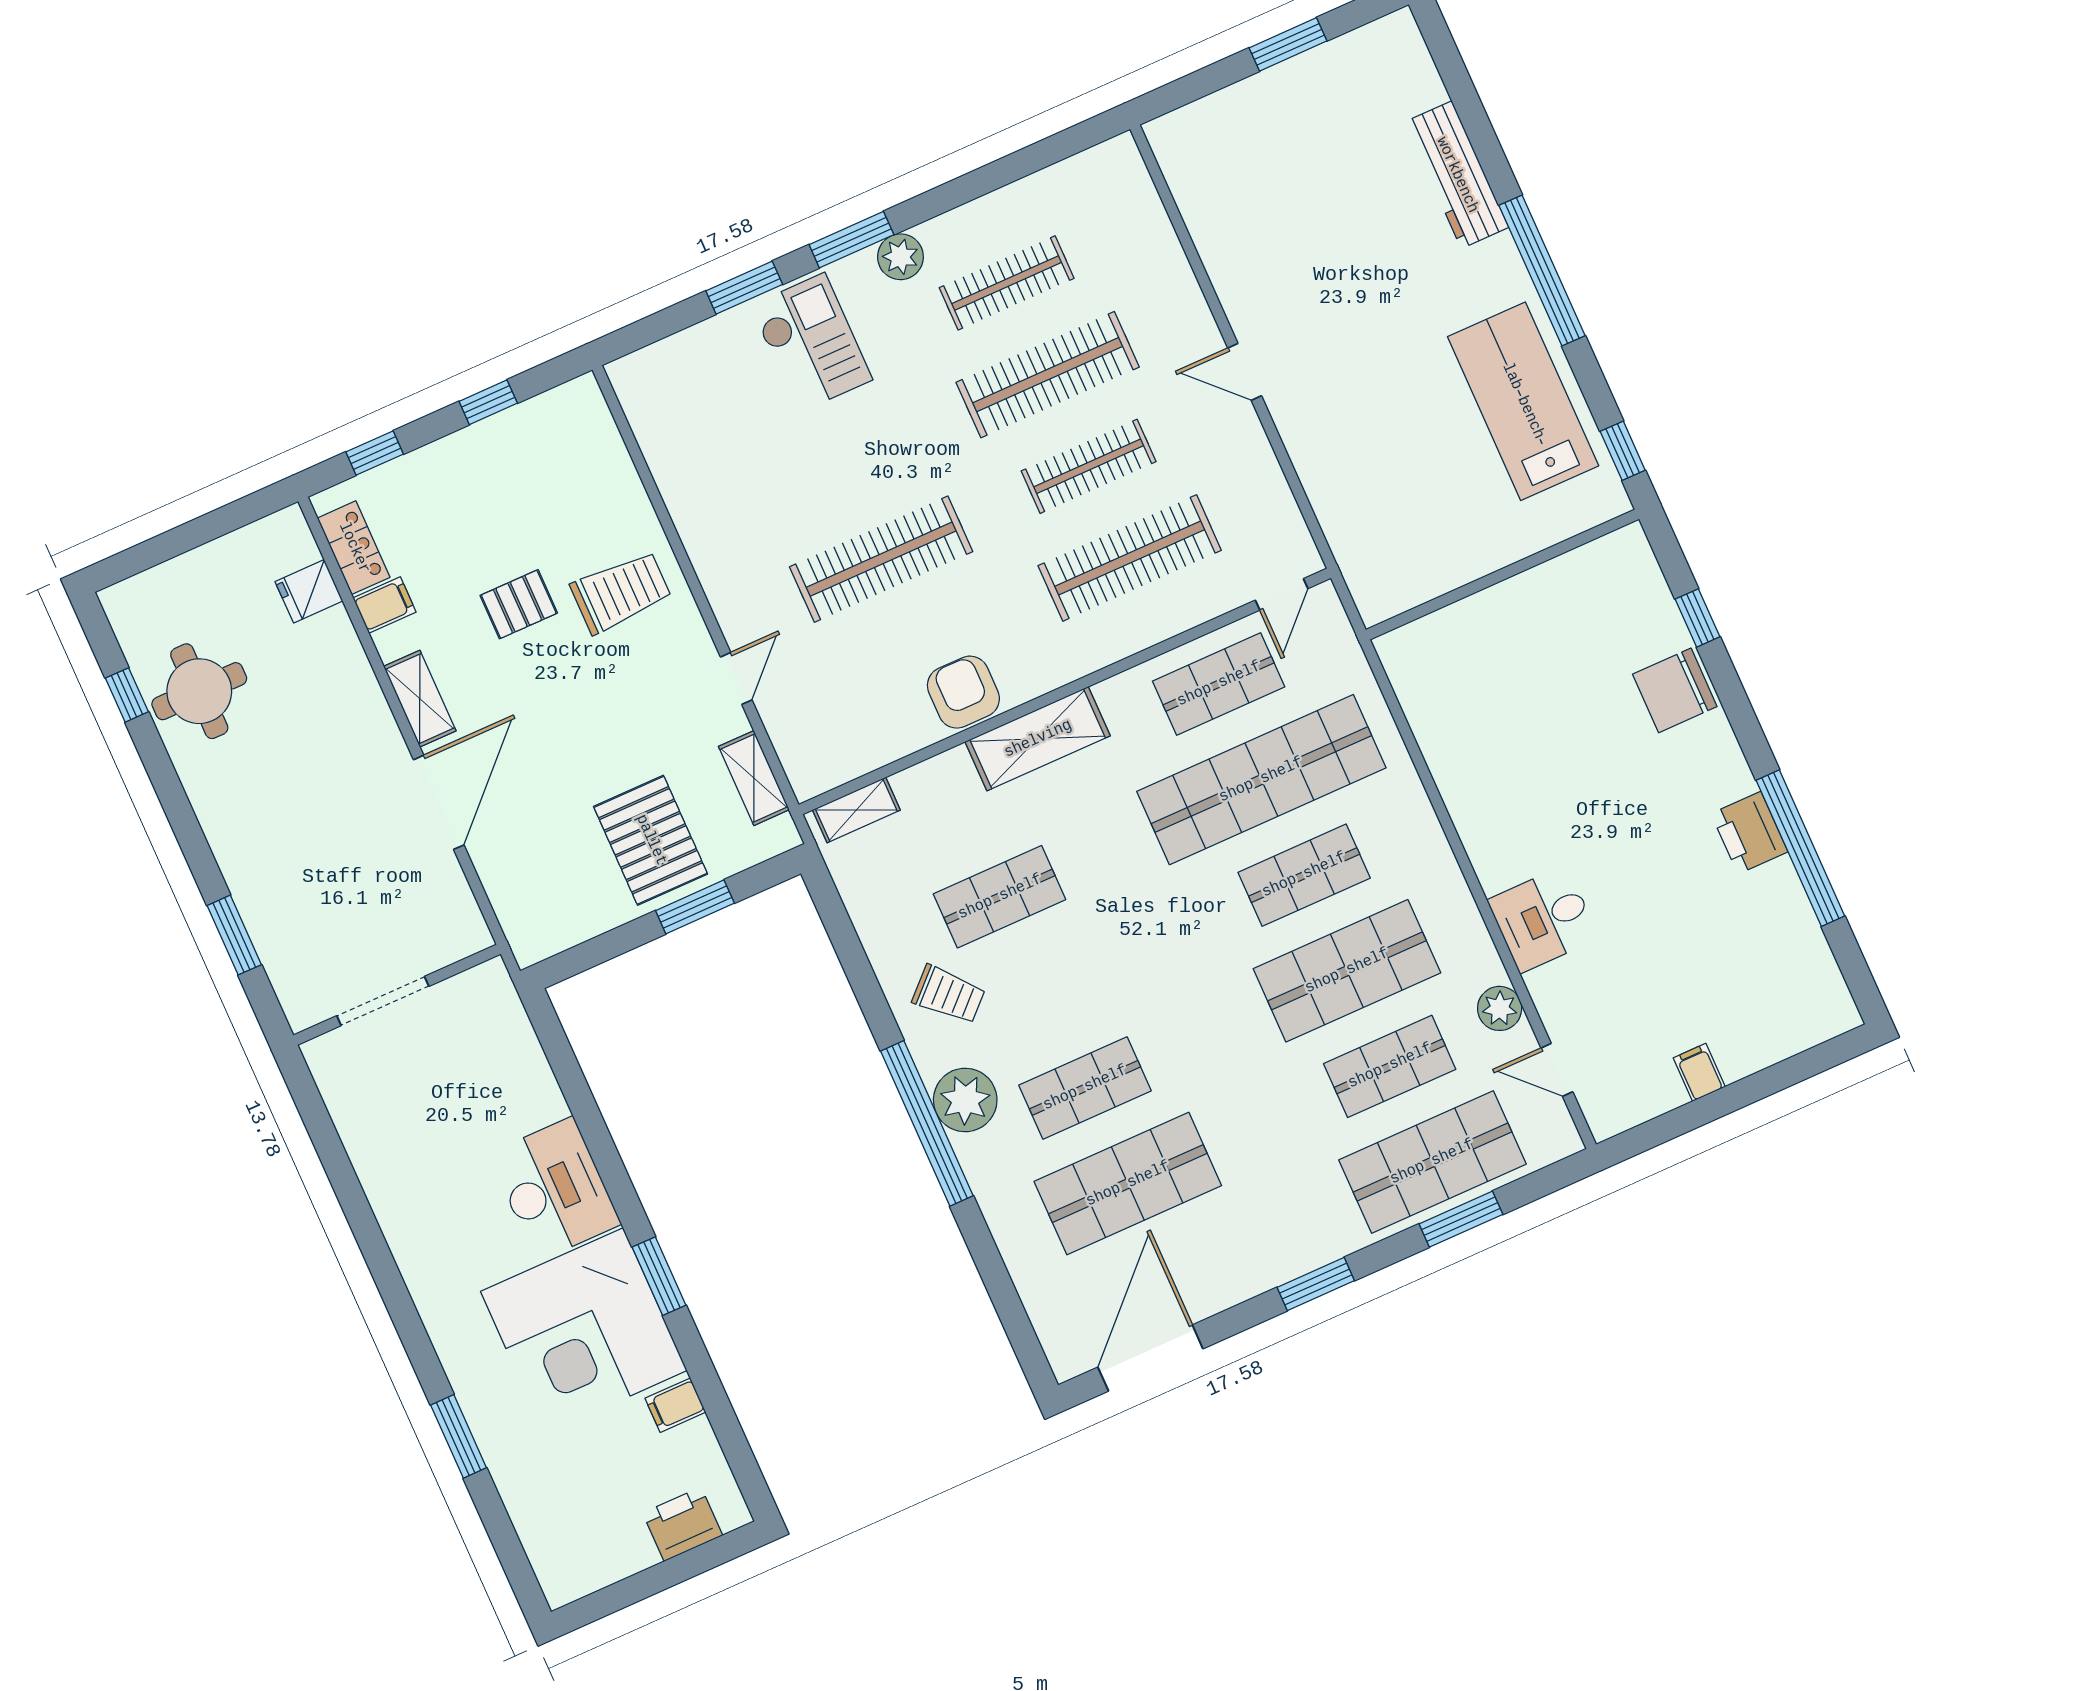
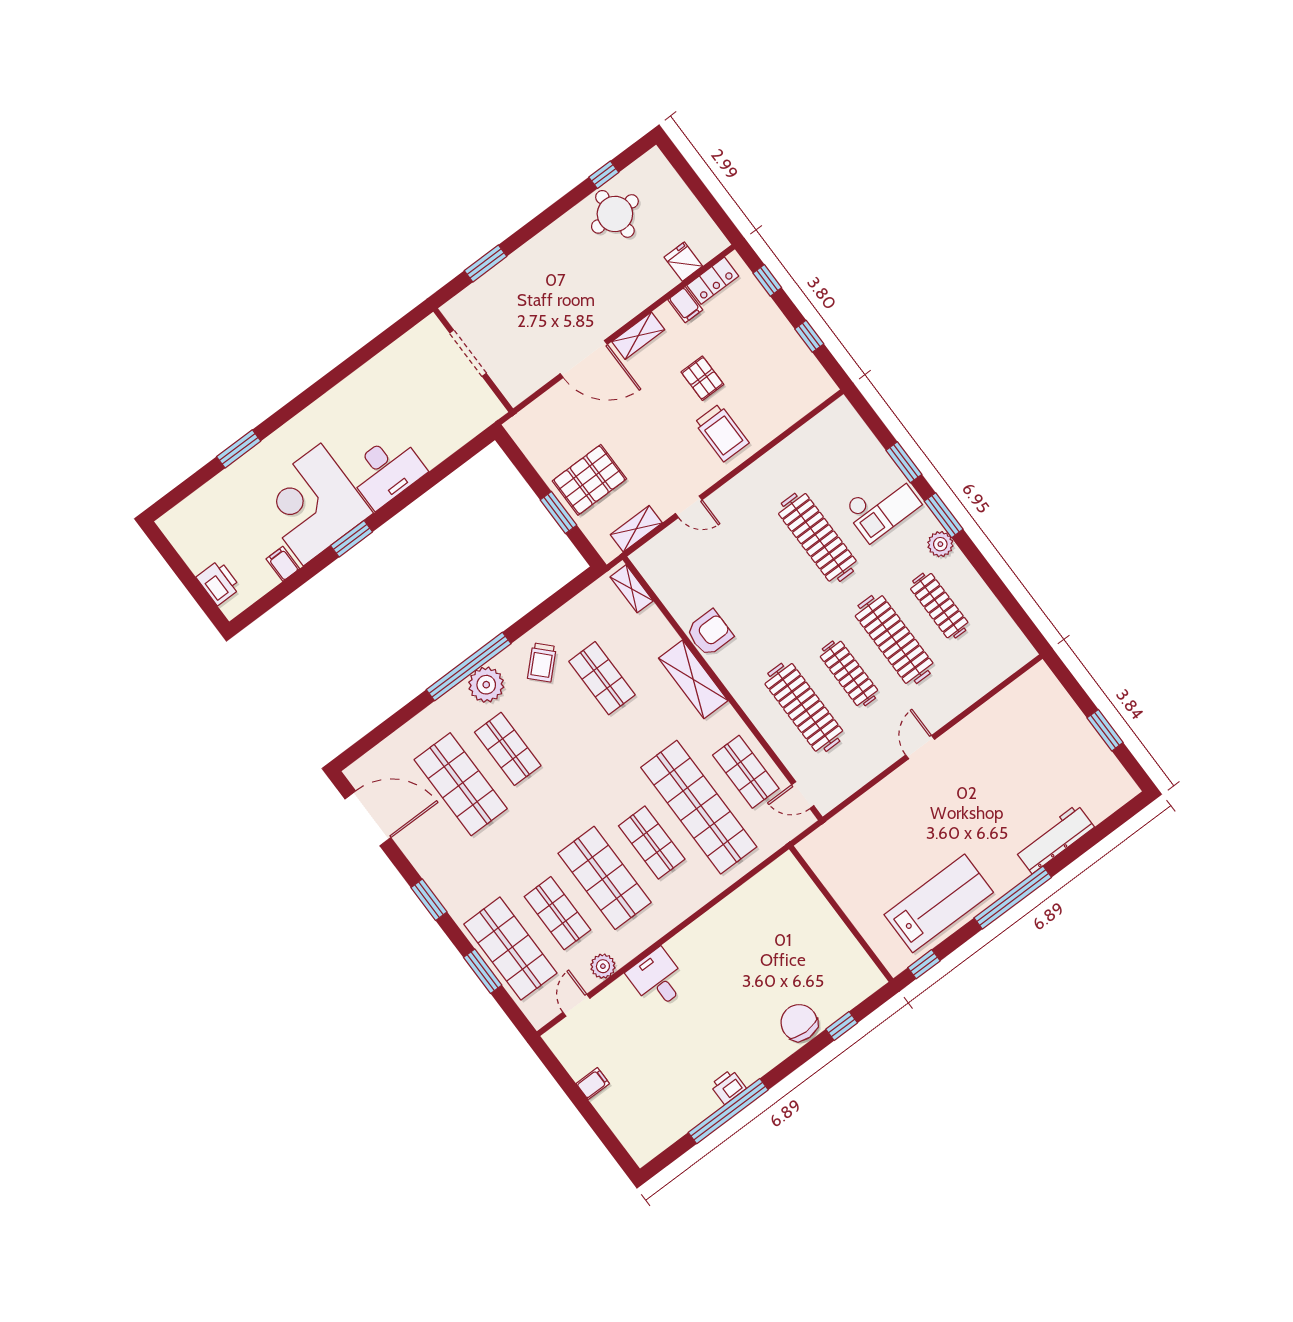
clothes rail: (881, 559) -> (817, 537), moved
printer: (1749, 833) -> (728, 1087), width x0.73, depth x0.81

